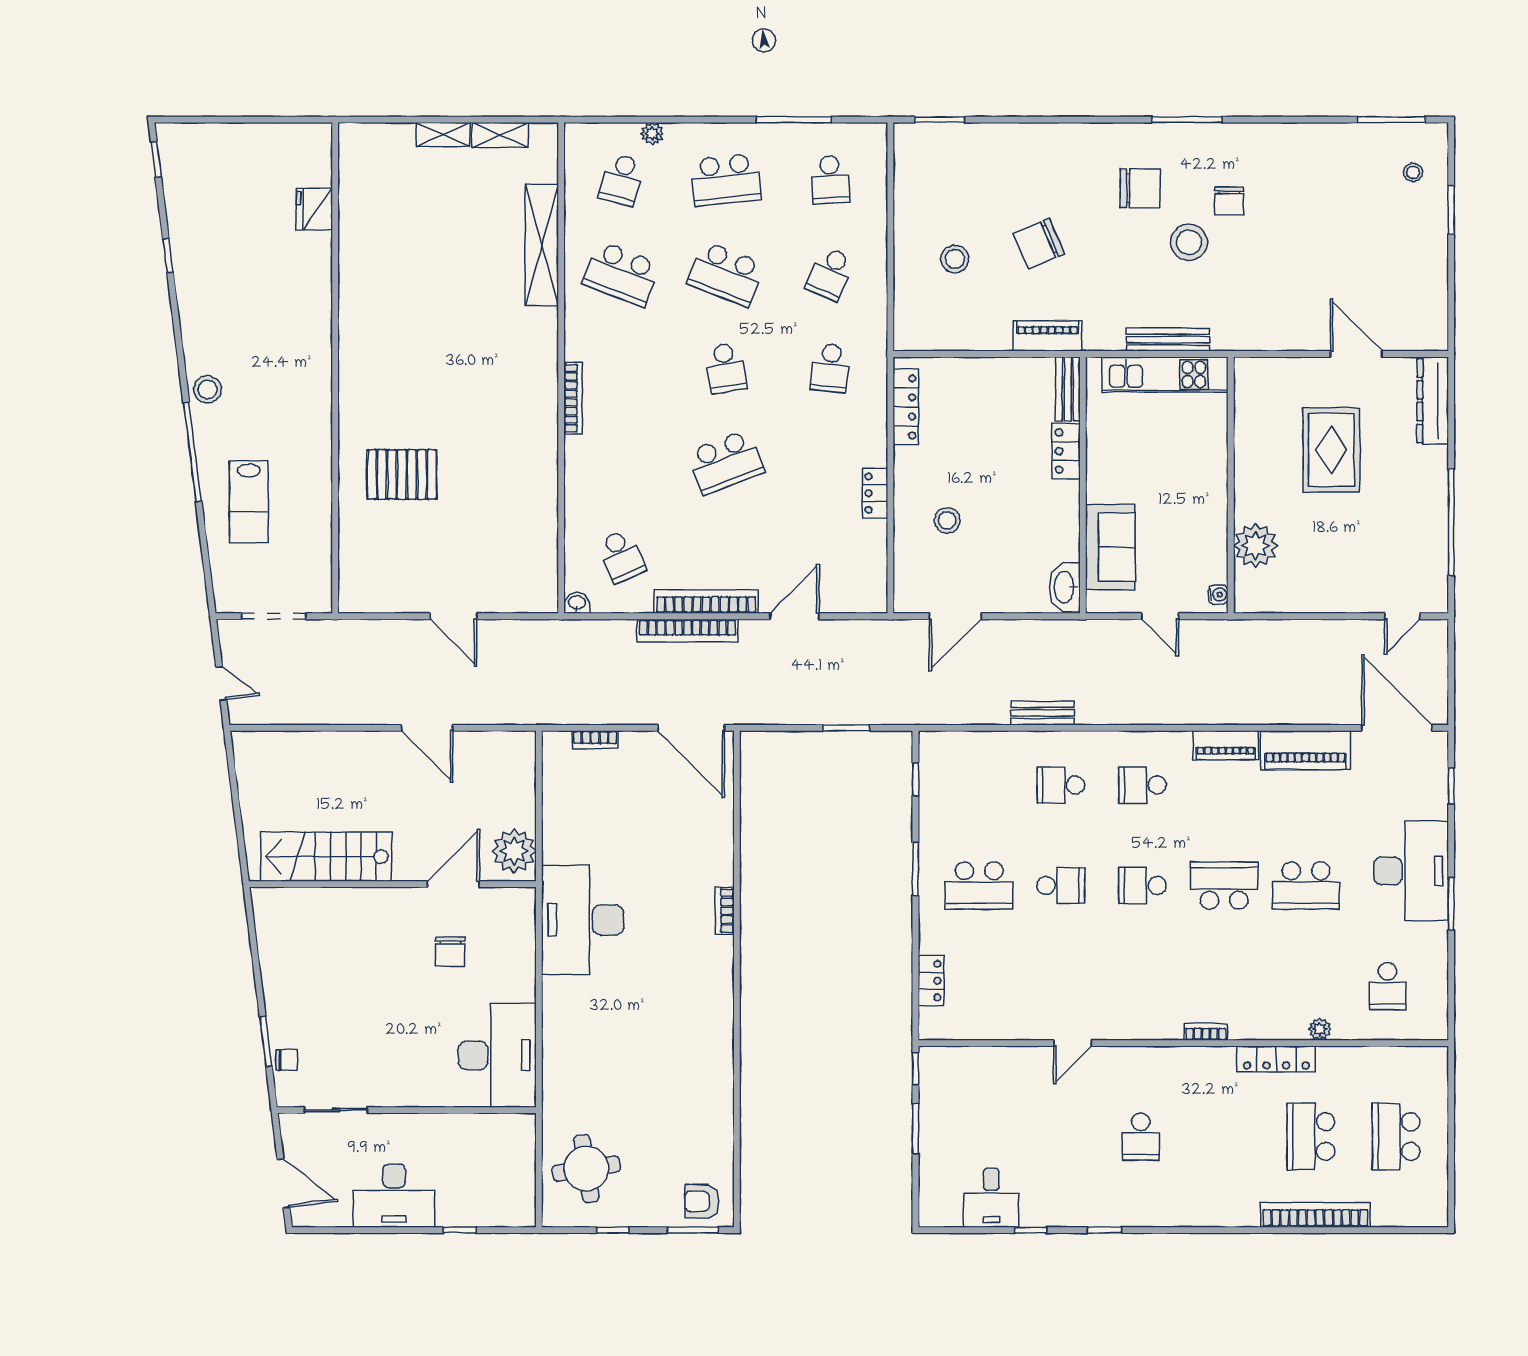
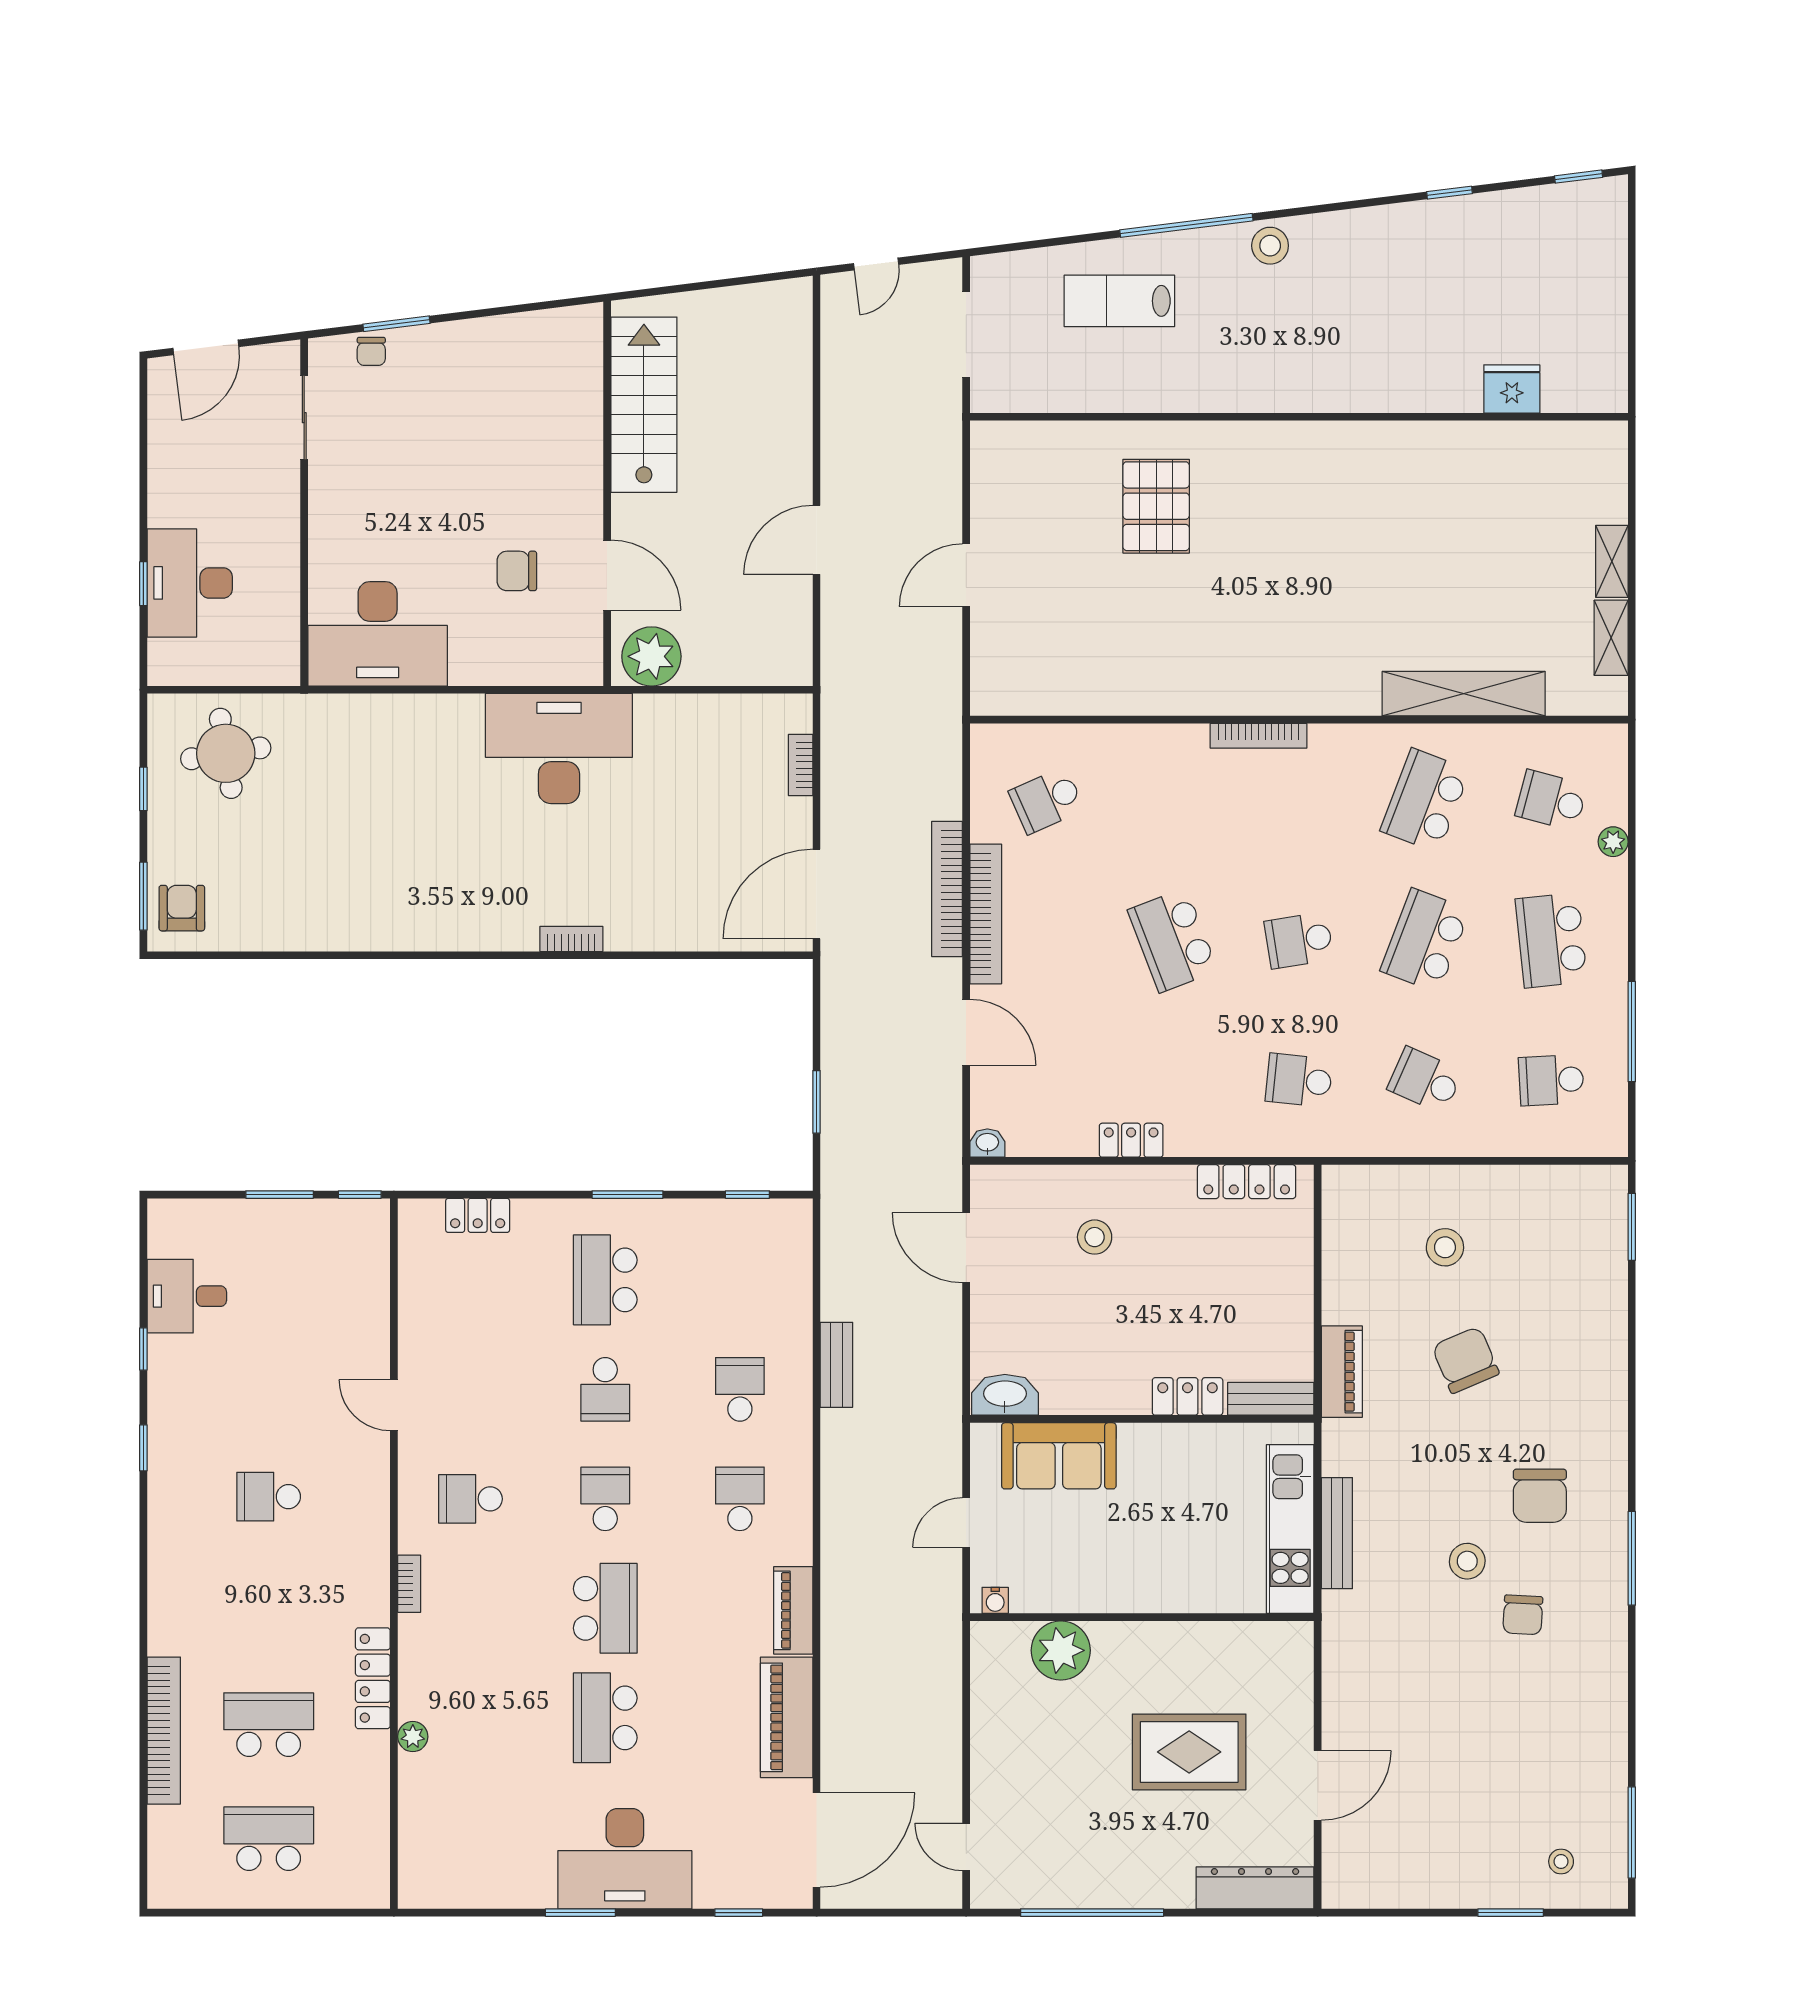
chair: (1229, 201) -> (1523, 1615), turned -87
stool: (1189, 242) -> (1467, 1561), width x0.73, depth x0.73
washbasin: (577, 603) -> (987, 1143), moved, turned -90
school desk: (1388, 986) -> (471, 1499), moved
desk: (394, 1195) -> (190, 583), moved

